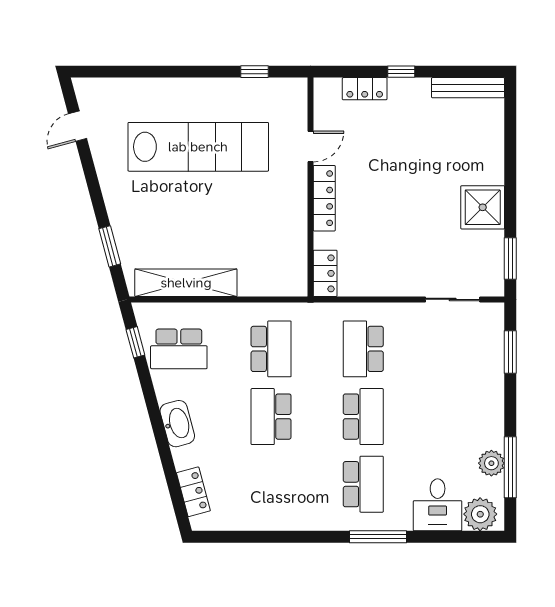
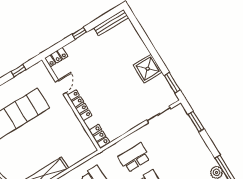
locker: (365, 89) -> (56, 57), moved
school desk: (363, 349) -> (134, 158), turned 90

